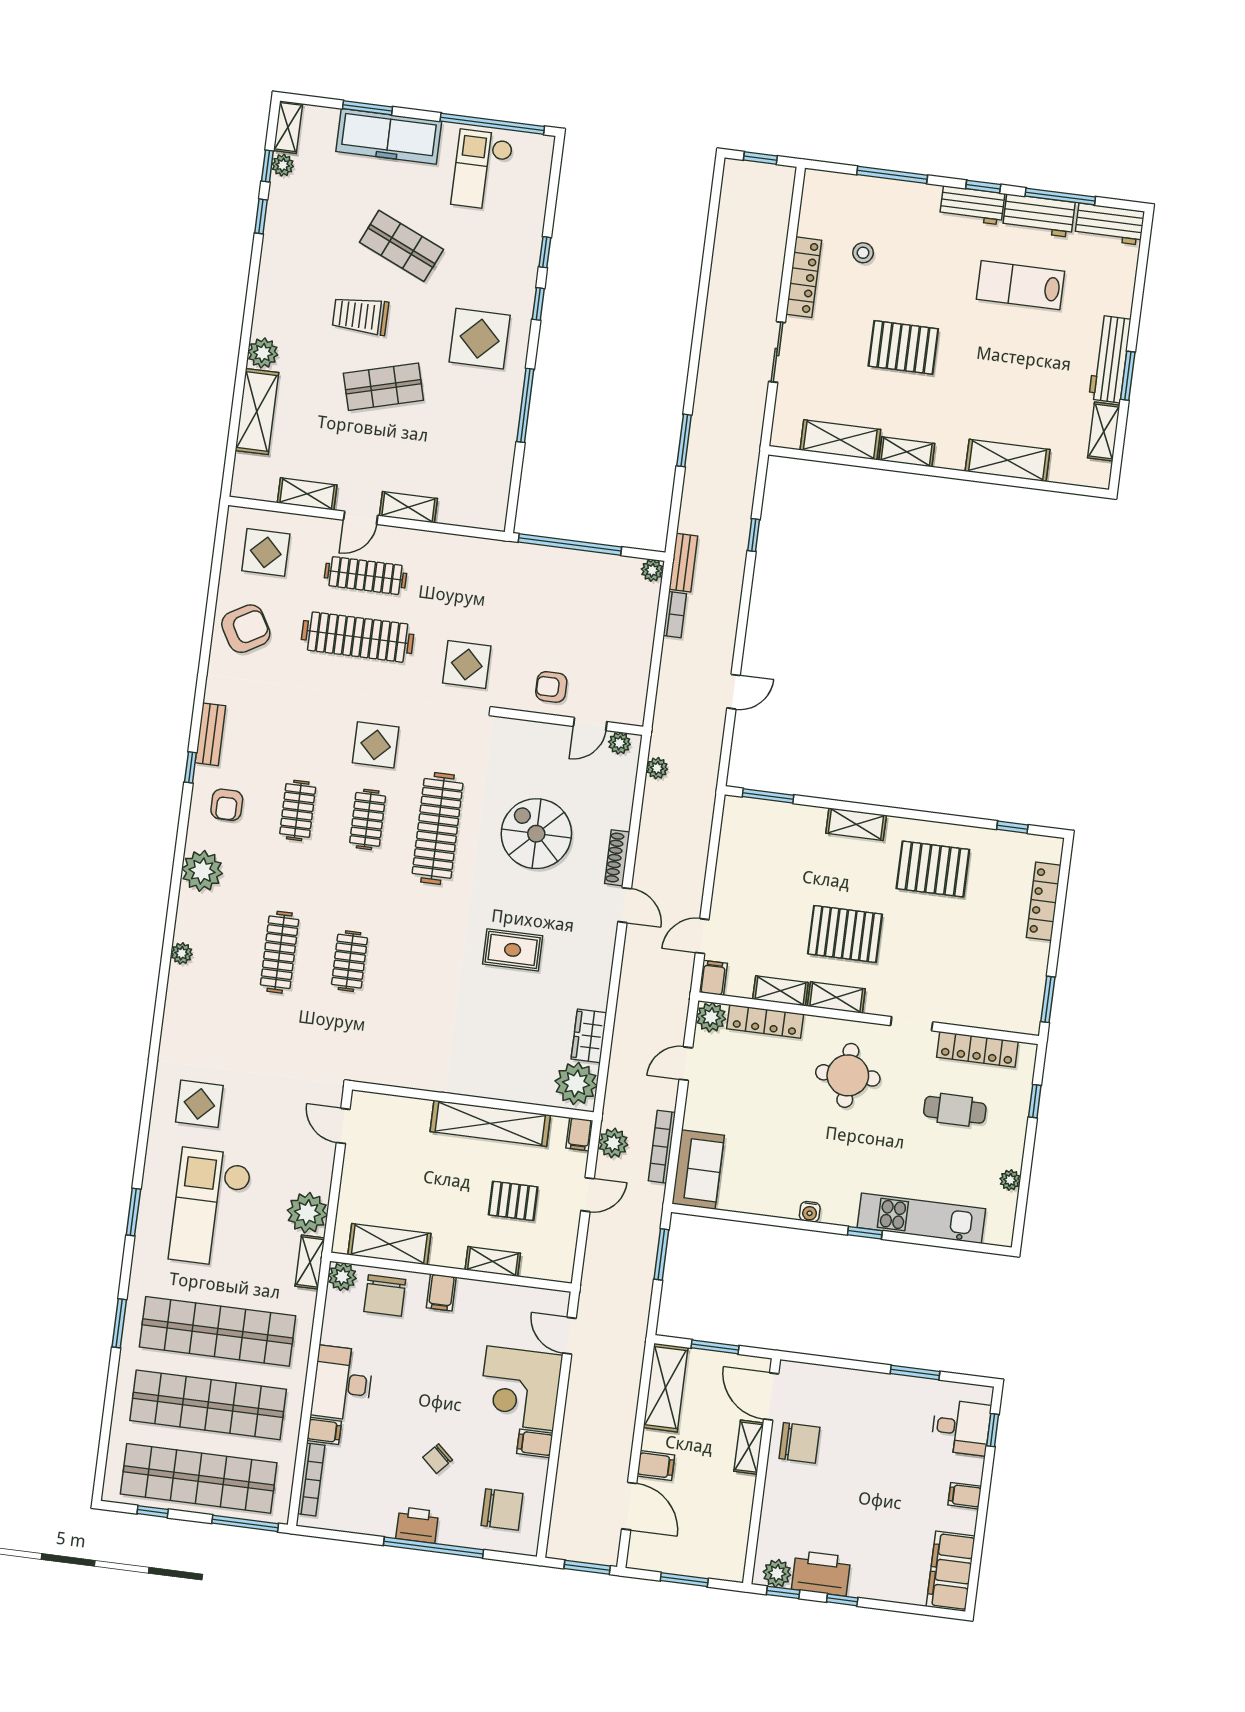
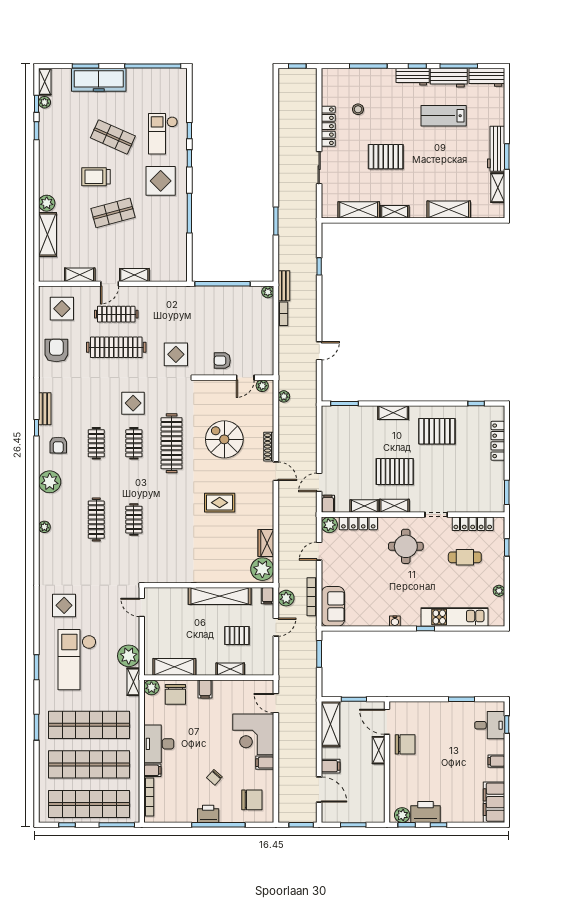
checkout: (482, 170) -> (163, 134), moved
armchair: (246, 629) -> (56, 350), turned -60

